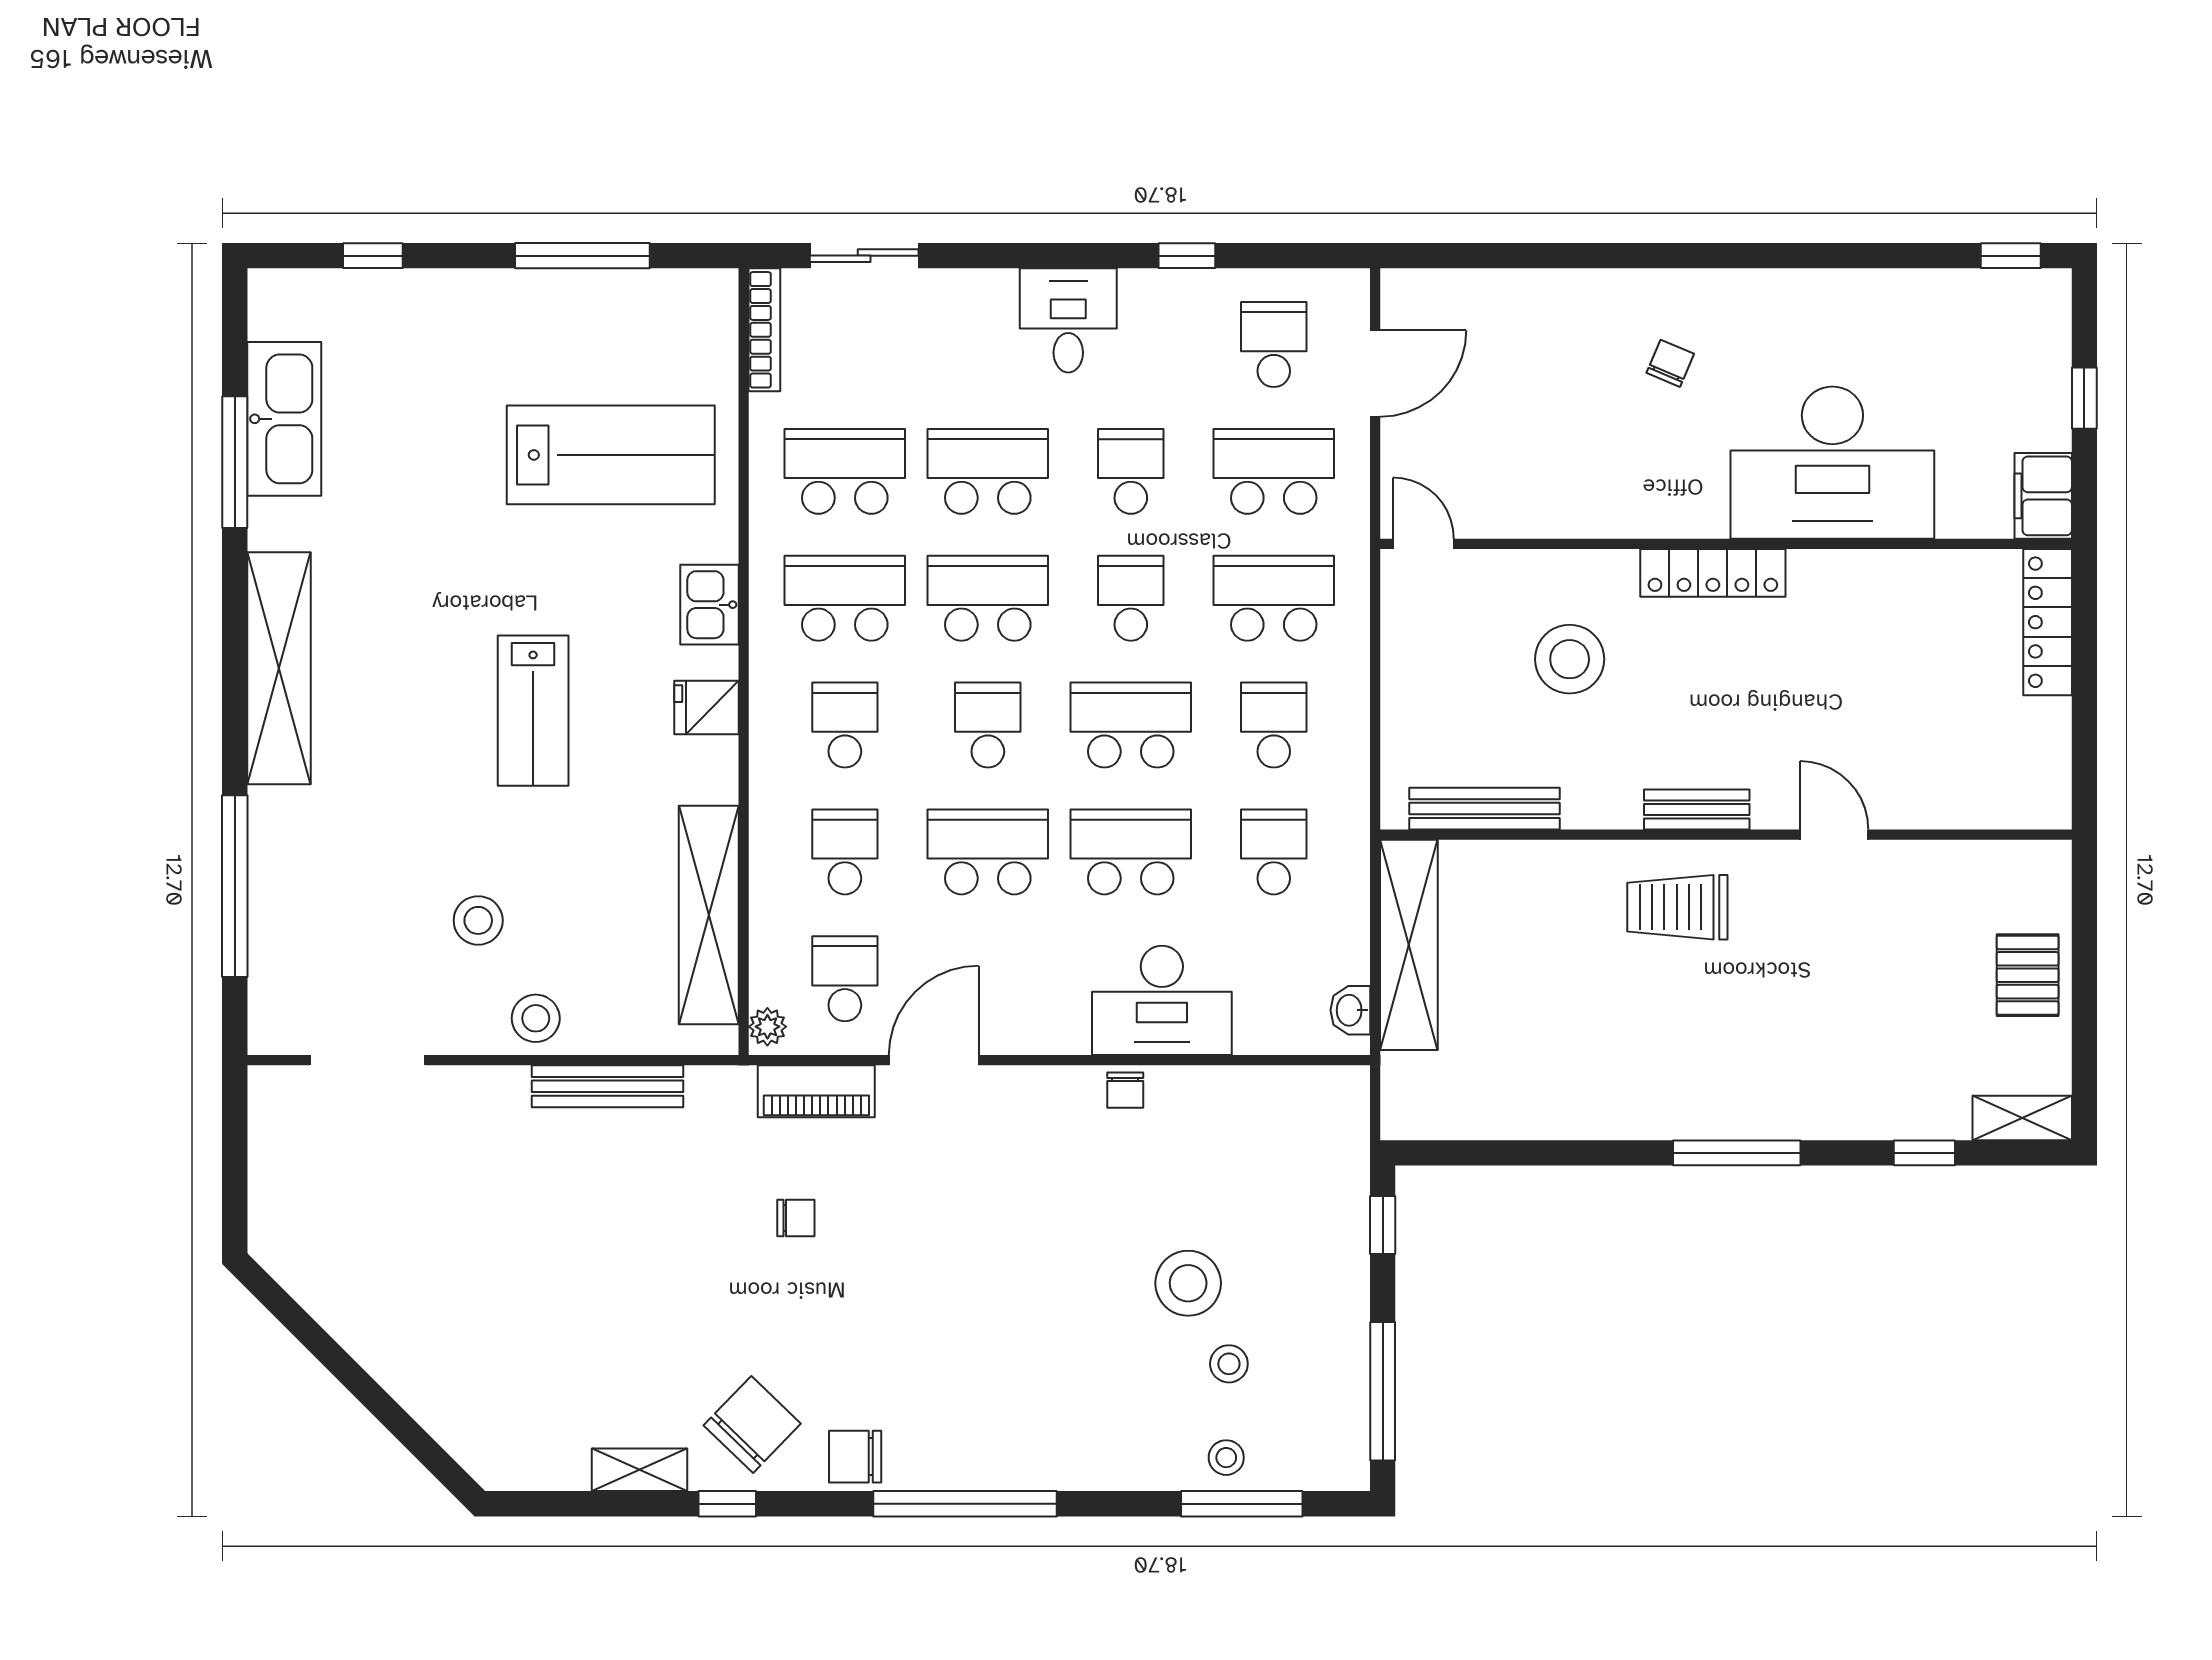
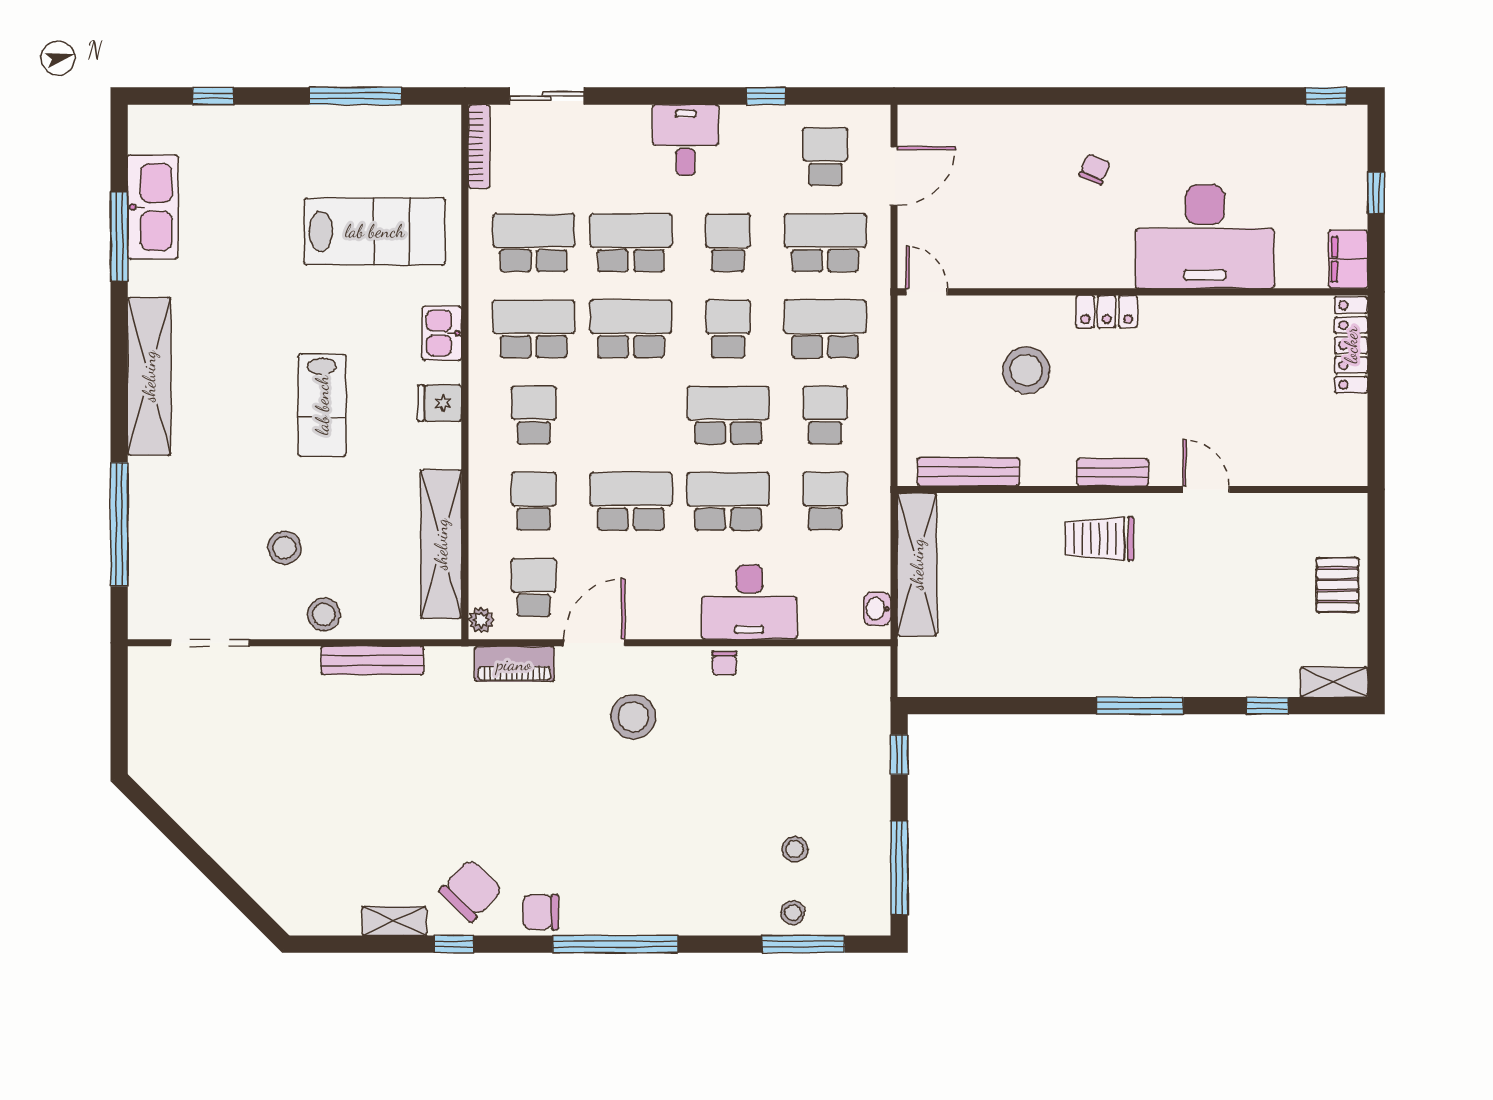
locker: (1713, 573) -> (1107, 312), width x0.66
school desk: (988, 725) -> (631, 415), removed
chair: (796, 1218) -> (500, 750), removed
stool: (1188, 1283) -> (633, 717), moved

